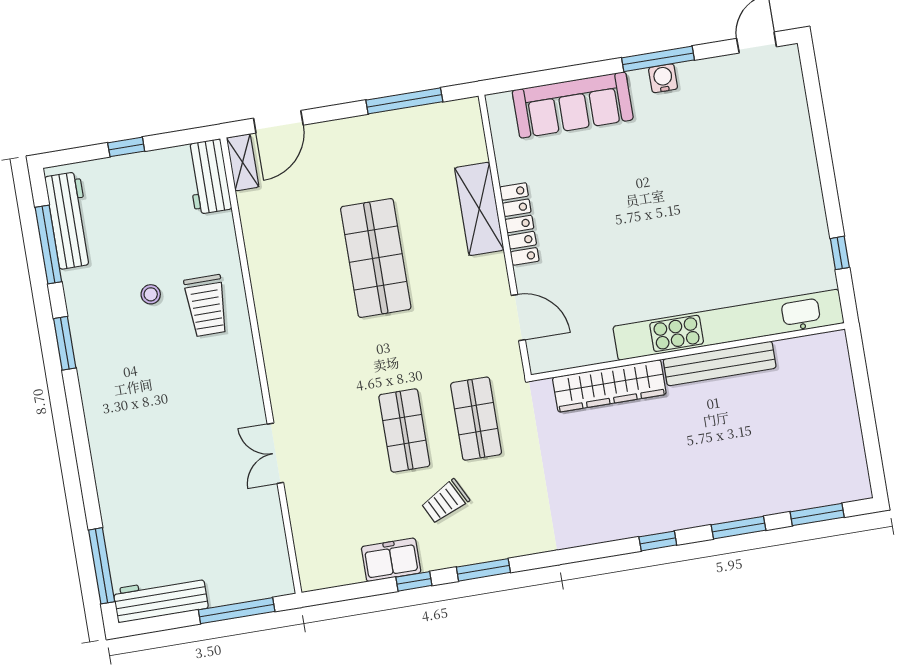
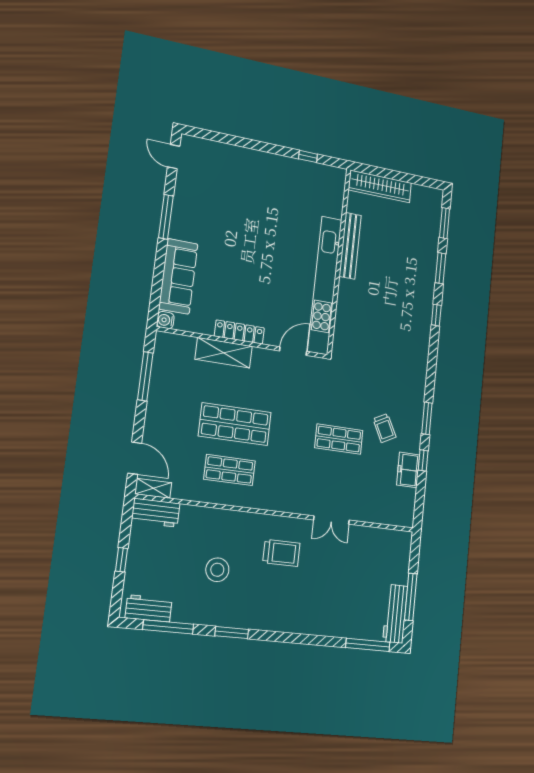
water cooler: (663, 78) -> (165, 320), moved
workbench: (69, 220) -> (149, 608), width x0.73
stool: (151, 294) -> (217, 570), width x1.89, depth x1.89
trolley: (206, 306) -> (281, 553), moved
kitchen unit: (729, 325) -> (325, 285), moved
wardrobe: (609, 386) -> (380, 186), moved, turned 90
shop shelf: (476, 419) -> (230, 470), moved
window: (237, 611) -> (411, 597), moved

